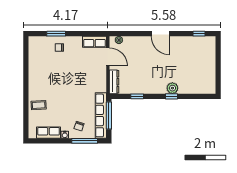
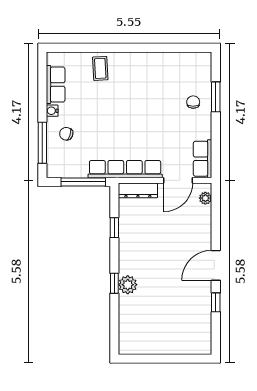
window: (199, 34) -> (216, 302), moved
row of seats: (101, 115) -> (125, 169), moved

